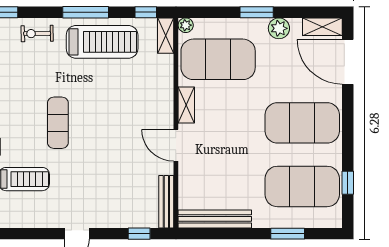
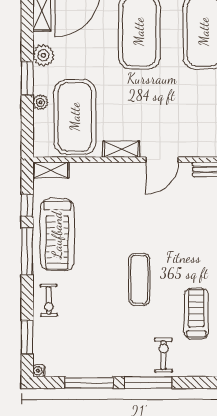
window: (146, 12) -> (27, 205), moved
plant: (186, 25) -> (40, 102), moved
treadmill: (102, 42) -> (57, 235), turned 180
exercise mat: (58, 123) -> (139, 279), turned 90

